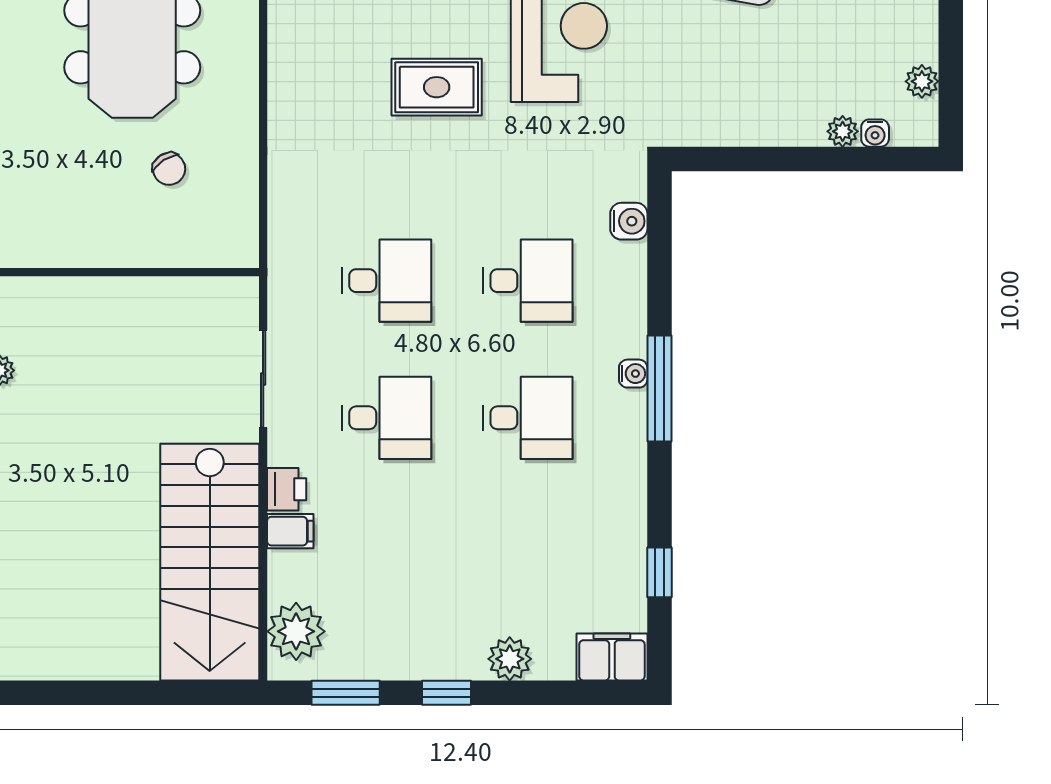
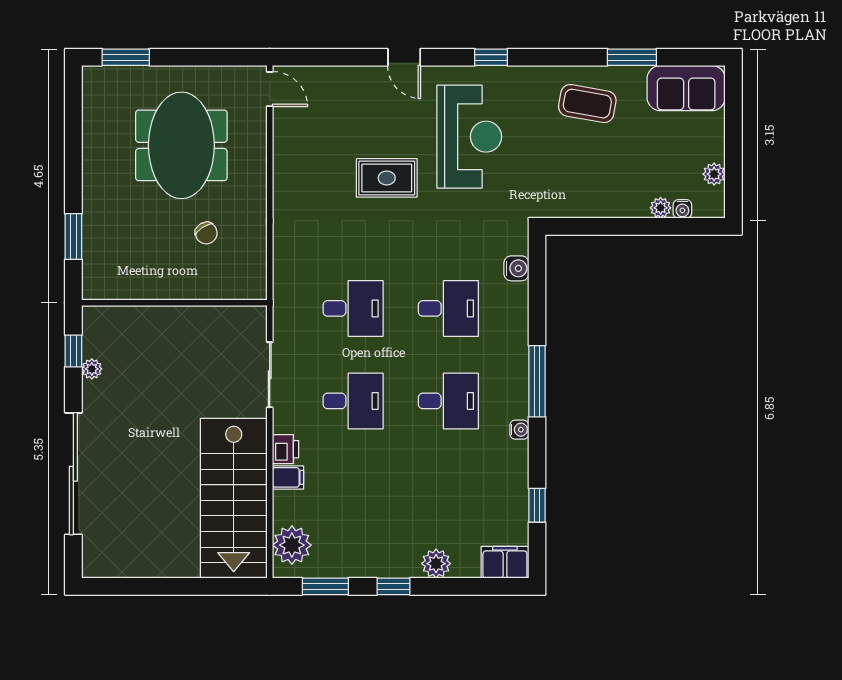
water cooler: (633, 374) -> (519, 430), moved

